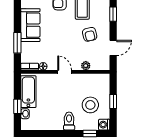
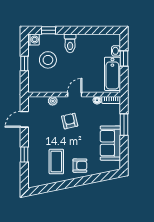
armchair: (90, 34) -> (70, 121), moved
door: (65, 72) -> (75, 94), swing flipped

